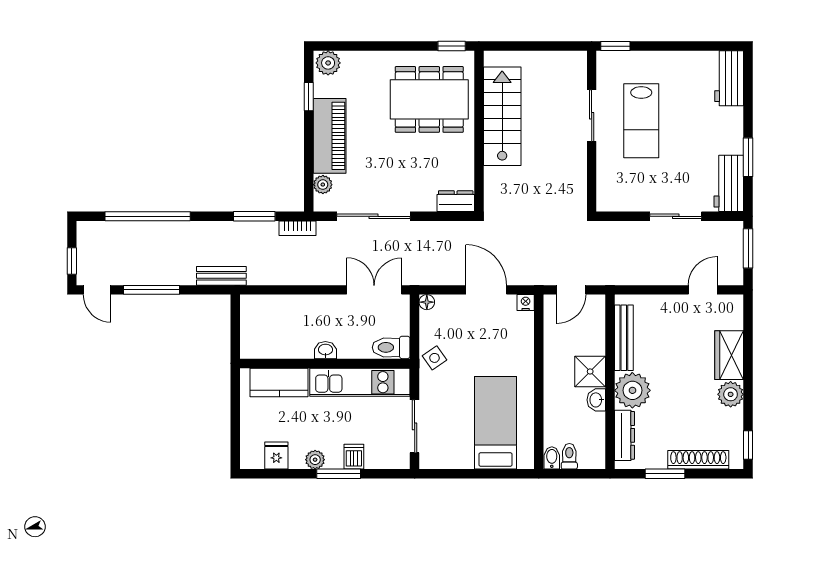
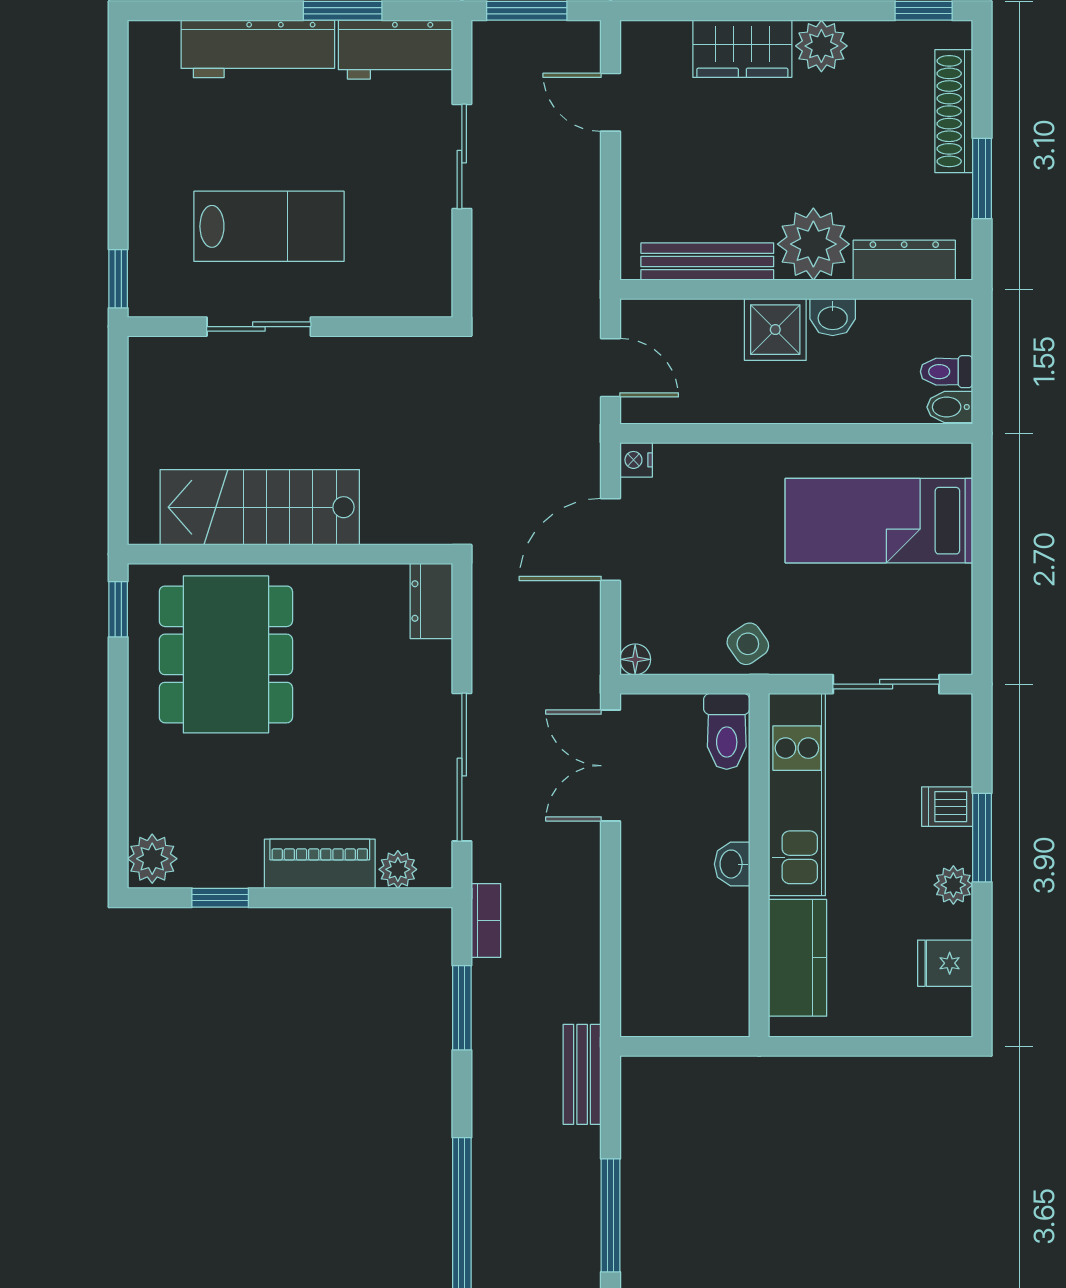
workbench: (729, 78) -> (258, 49), moved, width x1.37
piano: (330, 136) -> (320, 864), width x0.73, depth x0.75

